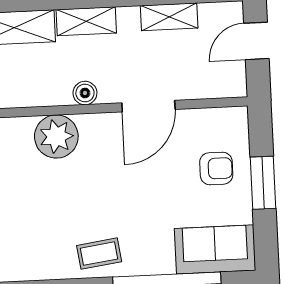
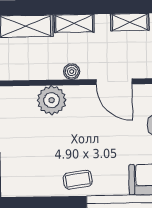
door: (148, 106) -> (114, 82), hinge flipped

